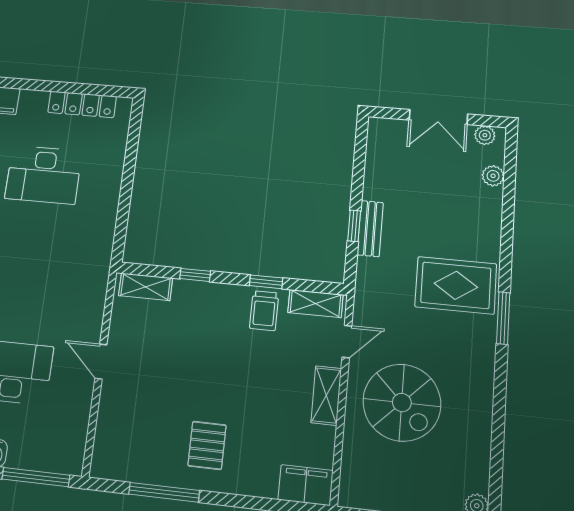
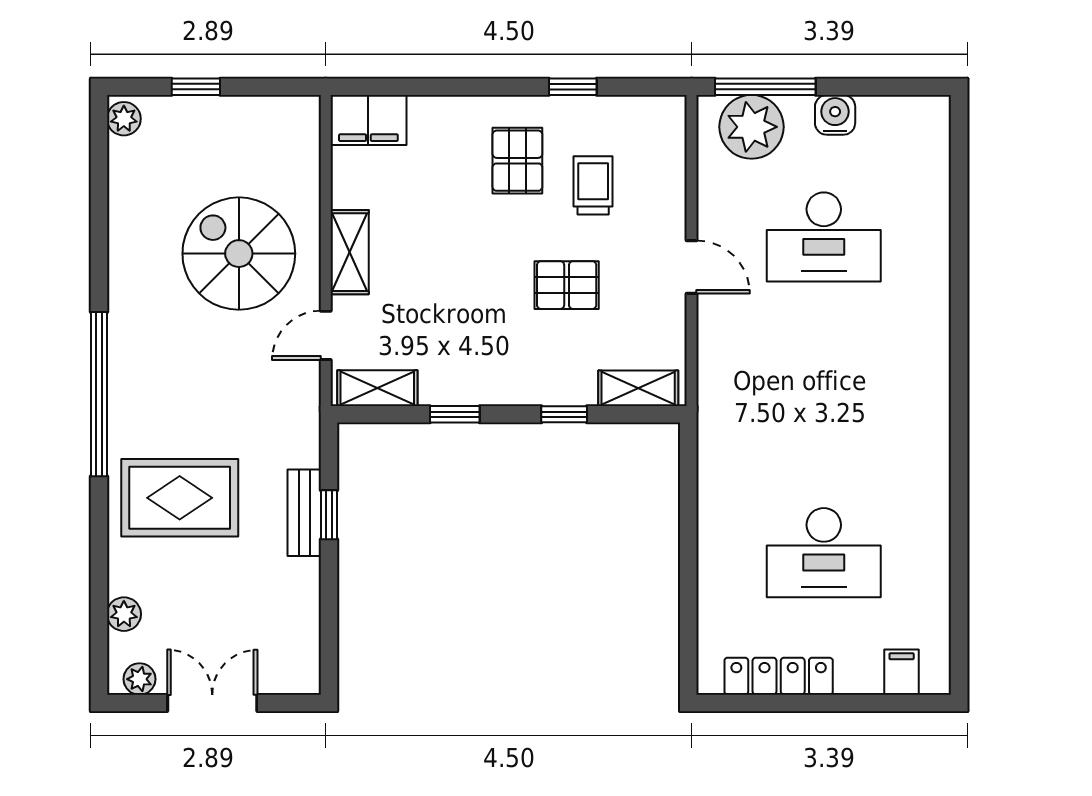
desk: (44, 175) -> (824, 553), turned 180
rug: (456, 285) -> (180, 498), moved
trolley: (264, 311) -> (593, 185), moved
window: (503, 318) -> (99, 394), width x2.11
pallet: (184, 358) -> (567, 285), added
plant: (49, 451) -> (752, 127), added
window: (164, 492) -> (573, 87), width x0.46

